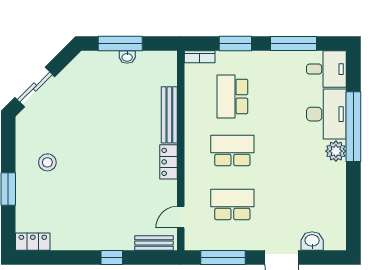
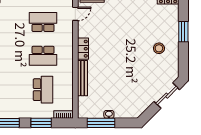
window: (120, 44) -> (101, 123), moved
school desk: (232, 204) -> (43, 22), turned 180

